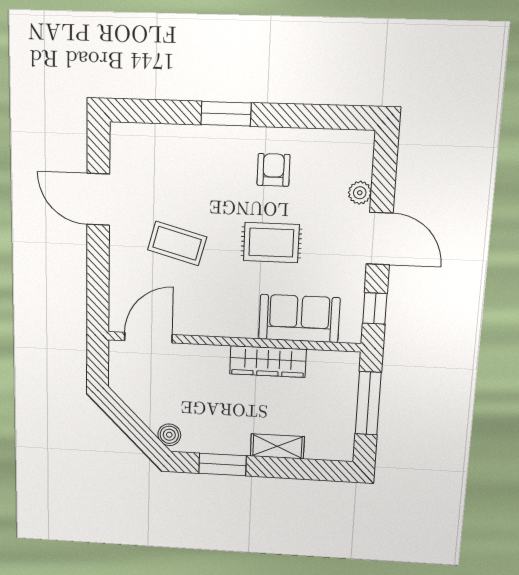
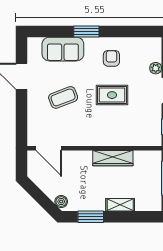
coffee table: (177, 243) -> (63, 97), turned -36
sofa: (299, 318) -> (63, 49), moved, turned 180
door: (148, 338) -> (49, 148), swing flipped

